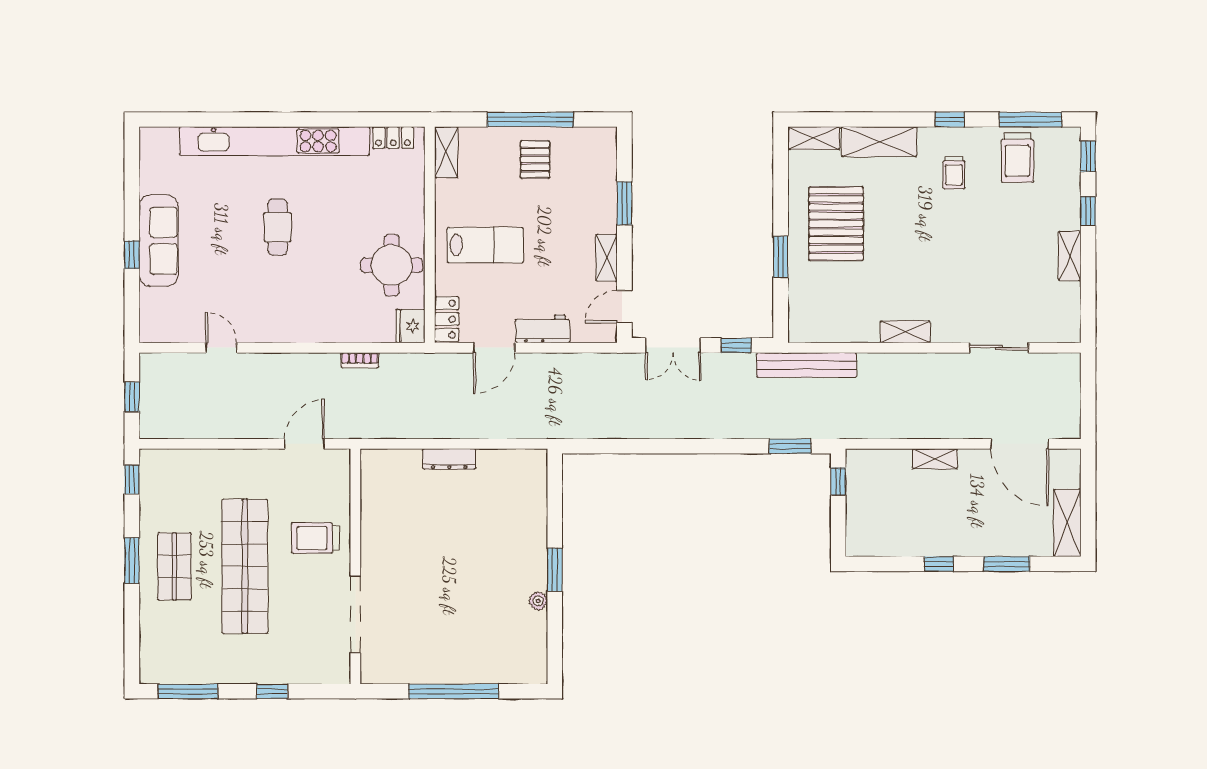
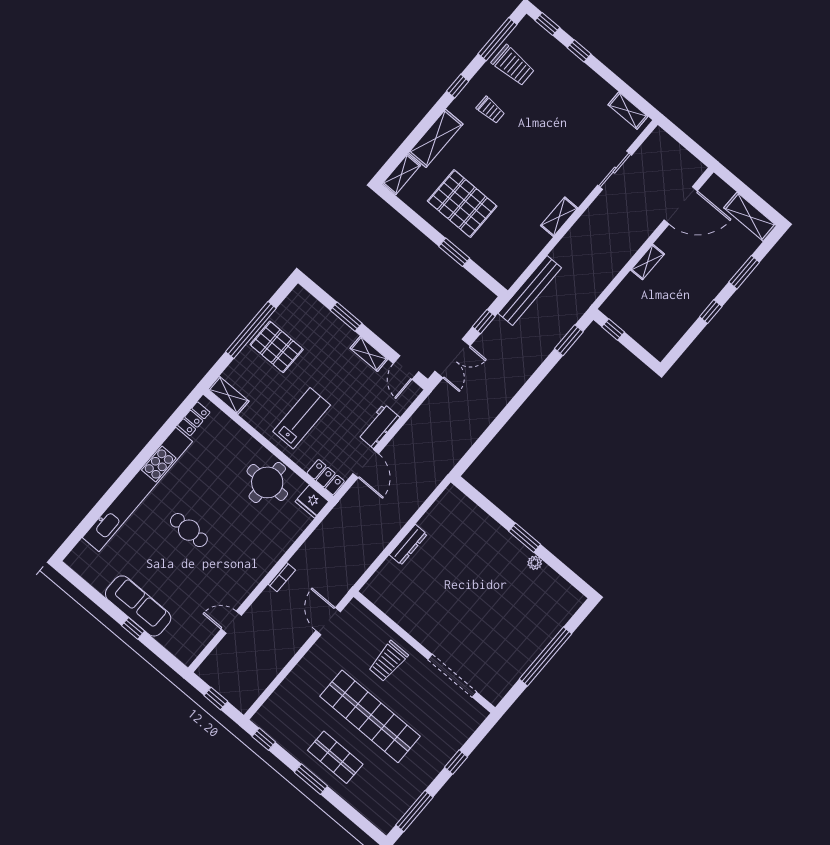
pallet: (535, 160) -> (277, 347), width x1.50, depth x1.42
shelving: (1070, 256) -> (628, 111), moved
bookcase: (360, 360) -> (282, 577), moved

